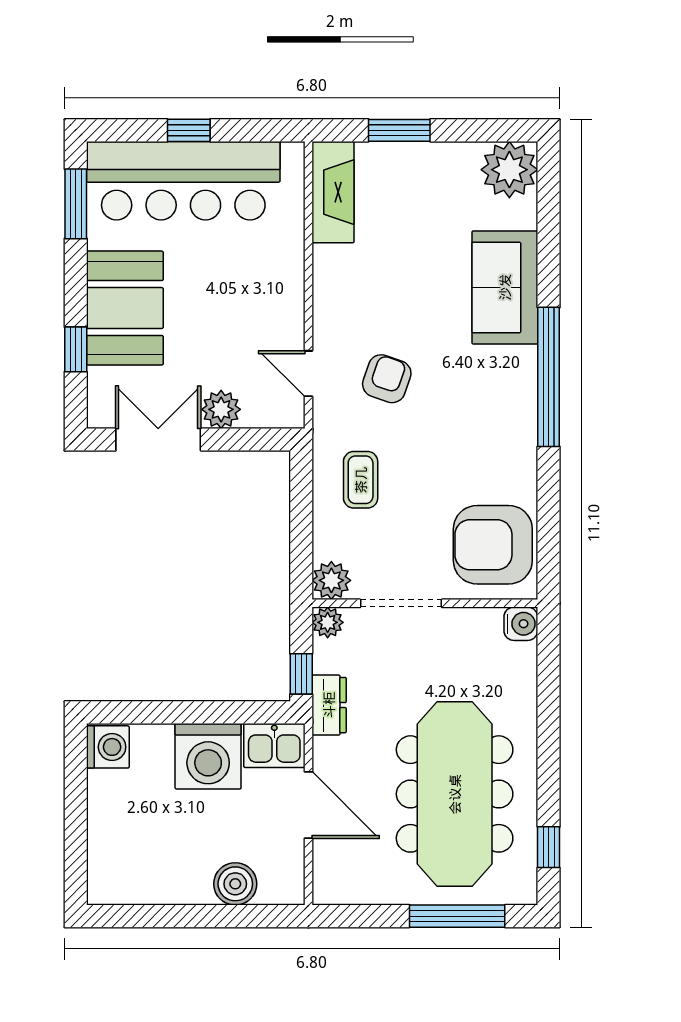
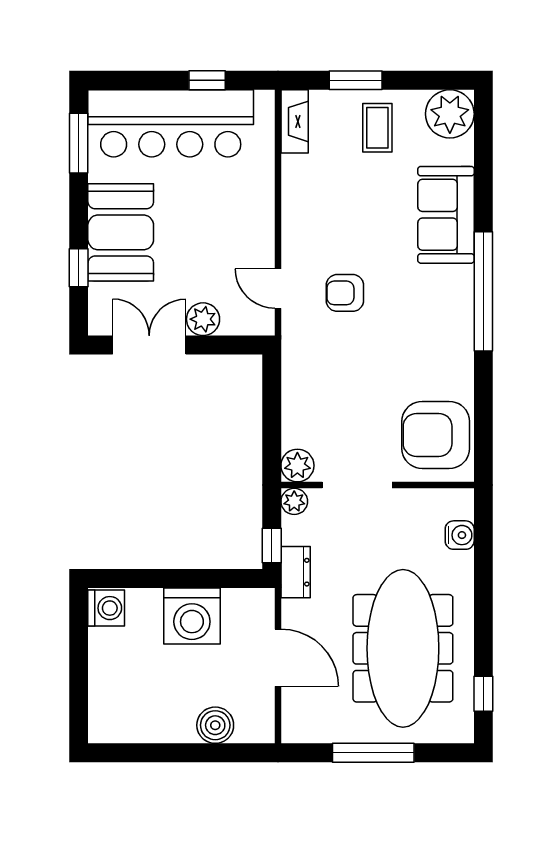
window: (189, 130) -> (207, 80), moved
fireplace: (333, 192) -> (295, 121), width x0.73, depth x0.76
armchair: (387, 379) -> (345, 293), turned -109
coffee table: (361, 480) -> (377, 128), moved
water cooler: (521, 624) -> (460, 535), moved
kitchen sink: (274, 745) -> (249, 607), removed
window: (457, 916) -> (373, 753), moved

